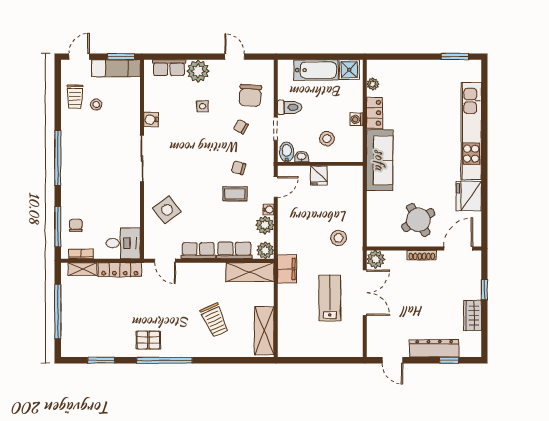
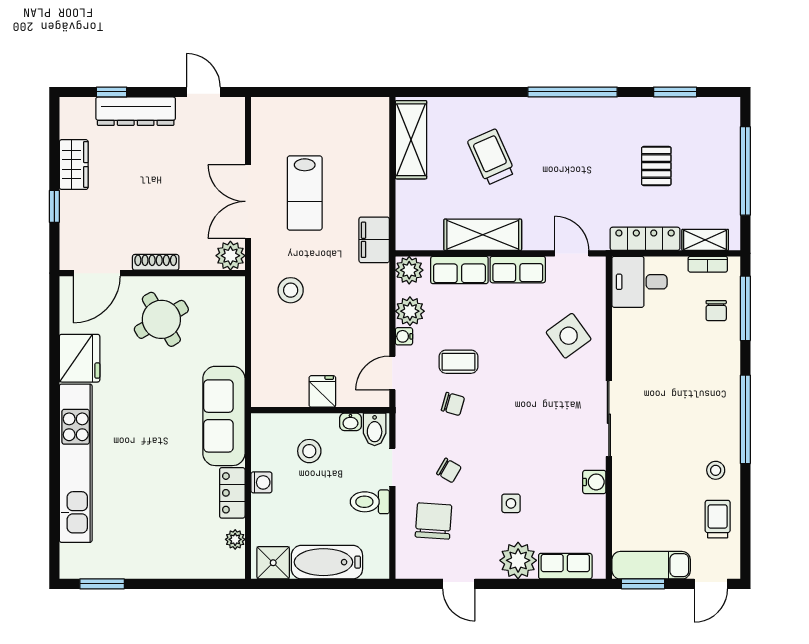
stool: (96, 104) -> (716, 470), moved
shelving: (250, 272) -> (483, 235), moved
pallet: (148, 340) -> (656, 166), moved, turned 90

